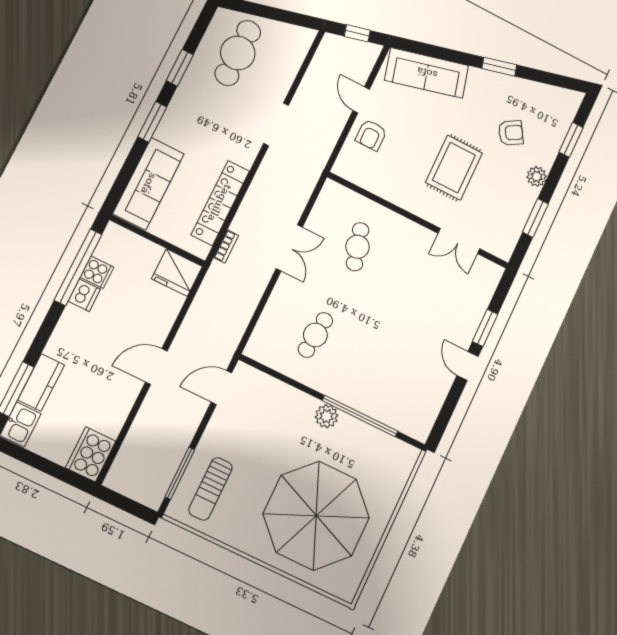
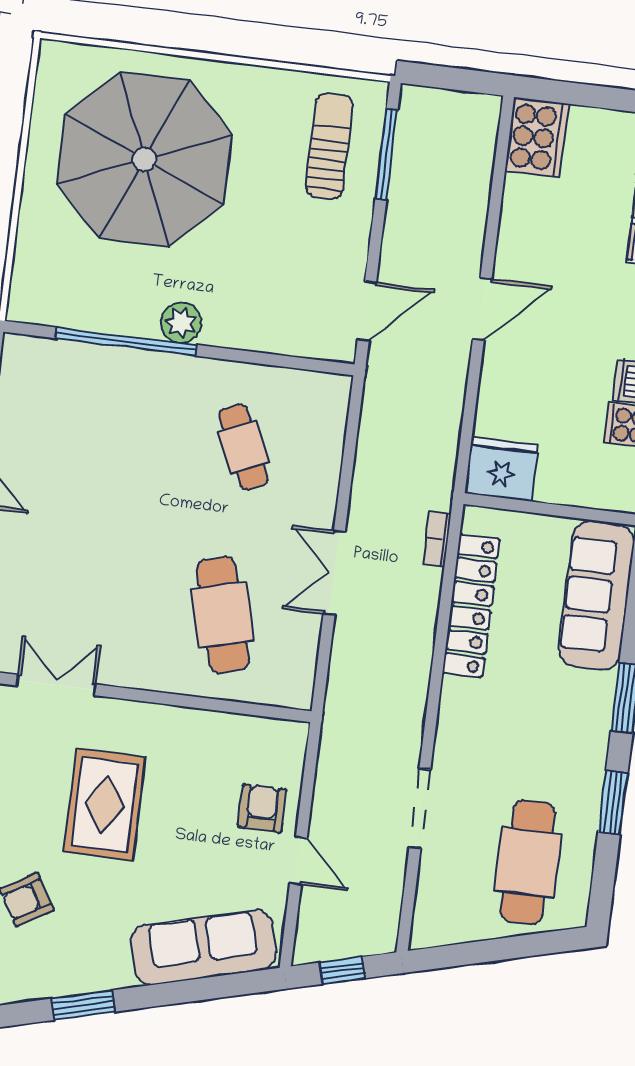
doorway: (276, 124) -> (420, 808), moved
cafe table: (358, 247) -> (223, 615), width x1.37, depth x1.35
cafe table: (315, 335) -> (244, 447), turned -30

